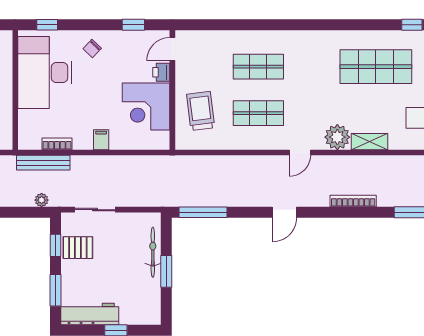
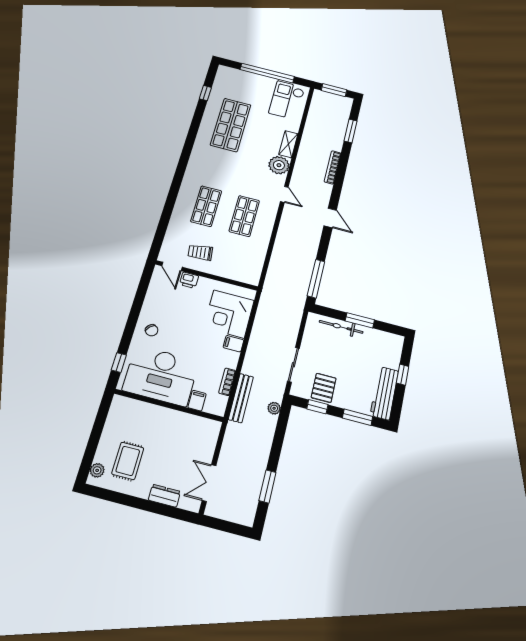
window: (133, 25) -> (142, 292), removed
corner desk: (146, 107) -> (229, 314), moved, turned 90
trolley: (201, 111) -> (200, 252), moved, width x0.73, depth x0.72
filing cabinet: (28, 118) -> (197, 401), added

